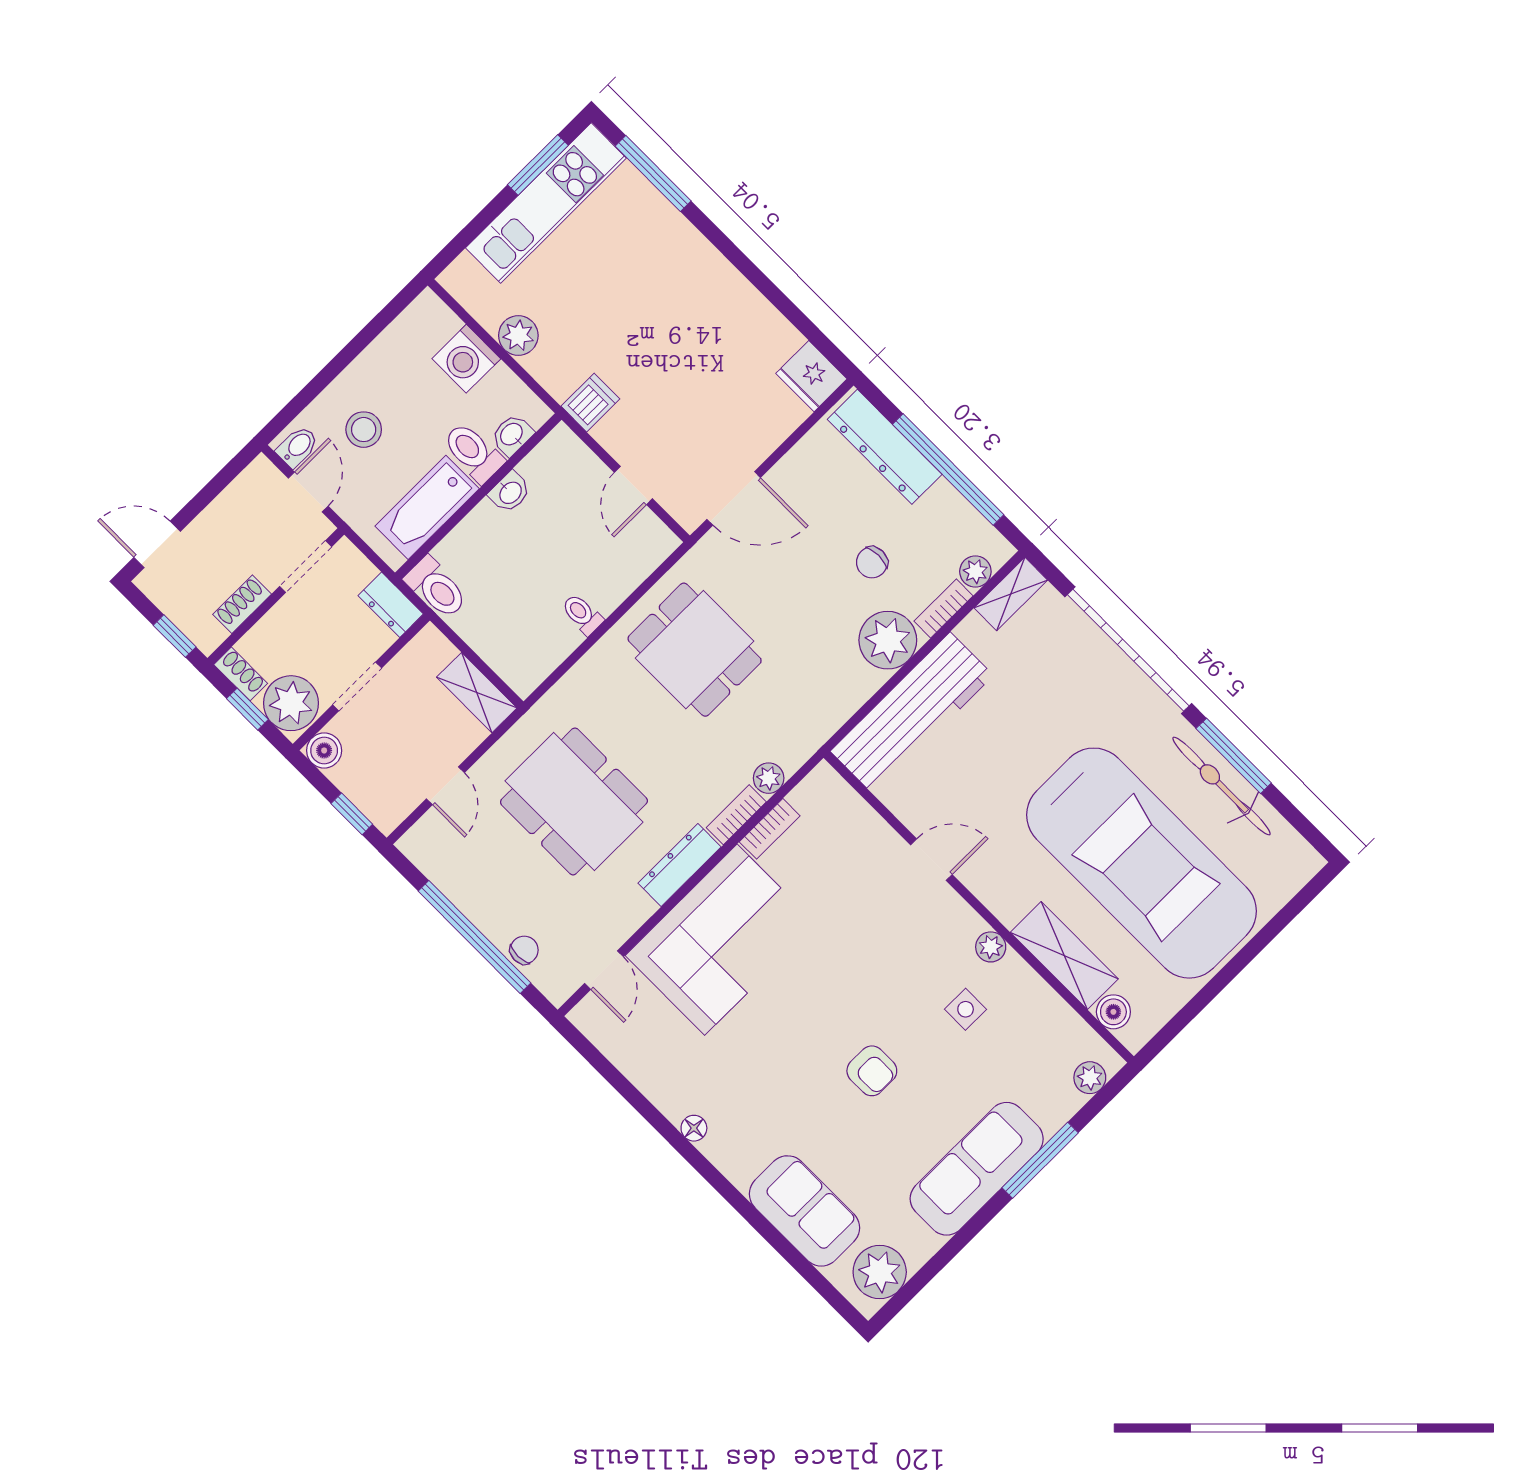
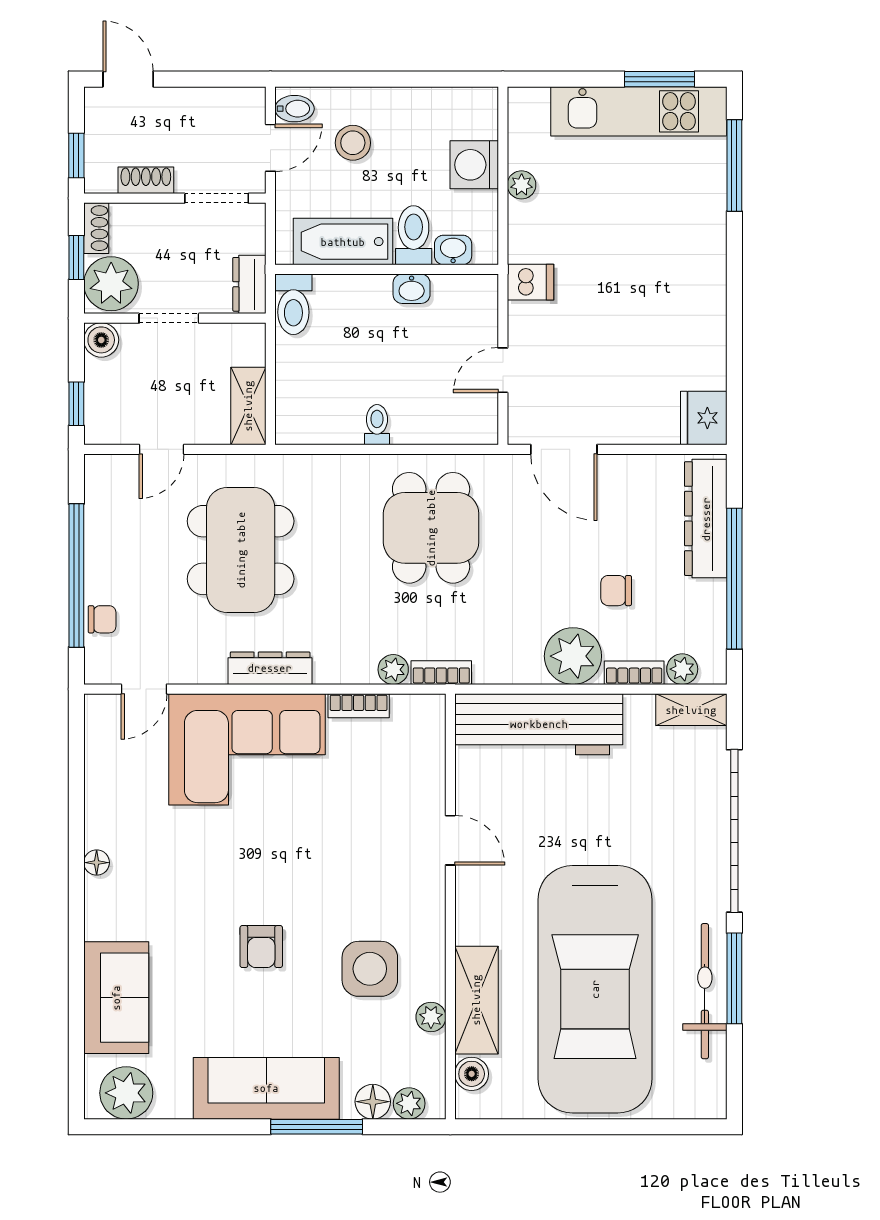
plant: (518, 335) -> (522, 185), width x0.73, depth x0.73
bookcase: (736, 815) -> (441, 673), moved
plant: (991, 947) -> (431, 1017), moved
side table: (966, 1009) -> (370, 969), width x1.87, depth x1.87
floor lamp: (1063, 1102) -> (373, 1102), added

